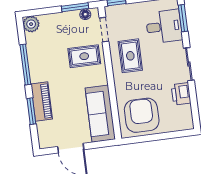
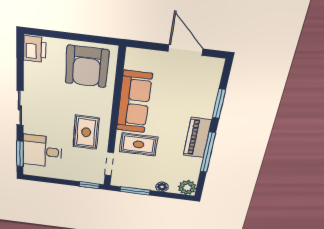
floor lamp: (85, 14) -> (162, 187), moved
printer: (181, 94) -> (35, 49), moved
piano: (42, 102) -> (197, 138), moved
sofa: (100, 114) -> (134, 102), moved

